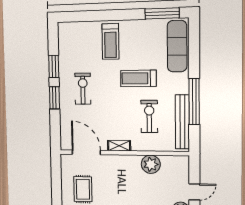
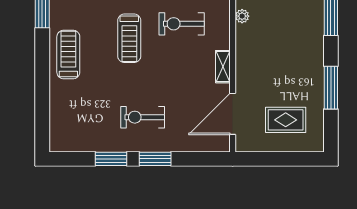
treadmill: (110, 41) -> (68, 54), moved, turned -90
plant: (151, 164) -> (242, 16), width x0.53, depth x0.53

